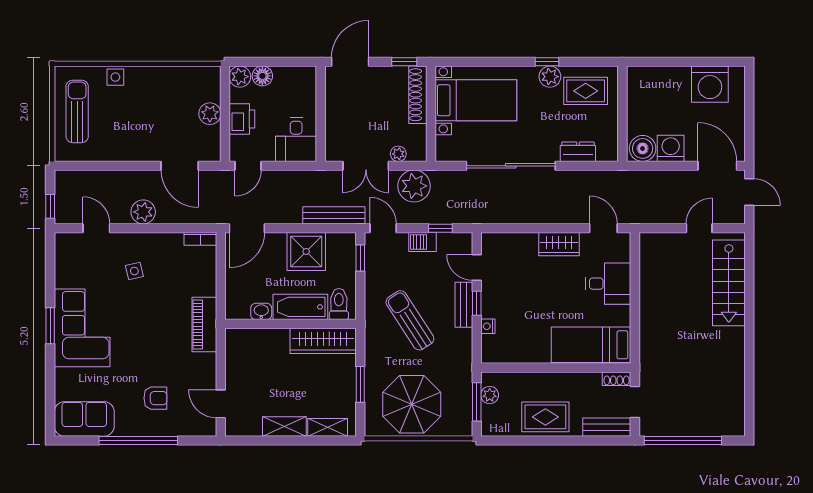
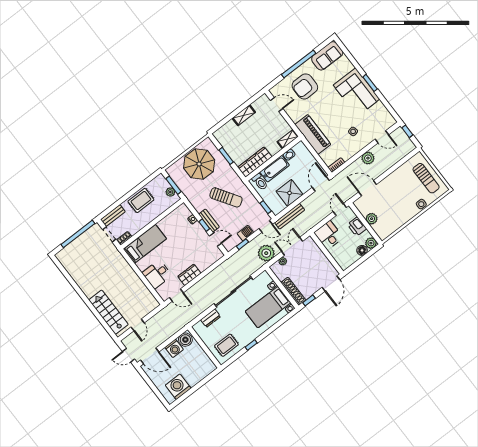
plant: (550, 77) -> (245, 340), removed
piano: (204, 324) -> (313, 134), width x1.37, depth x1.33
armchair: (155, 398) -> (305, 86), width x1.88, depth x1.88
shelving: (328, 427) -> (288, 139), moved

